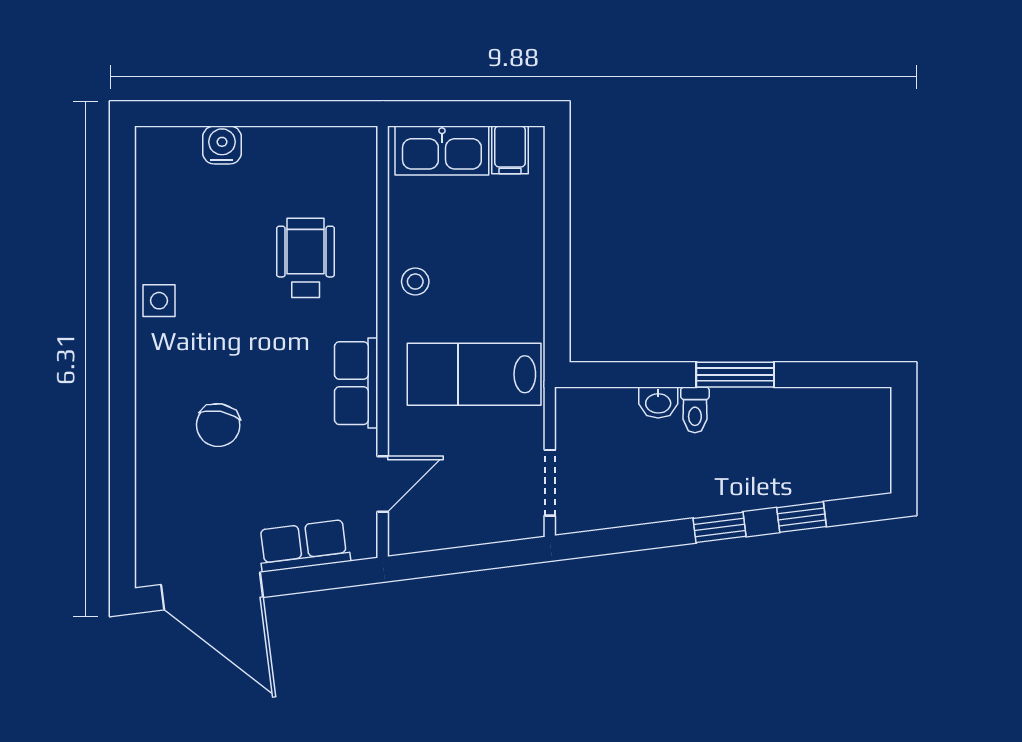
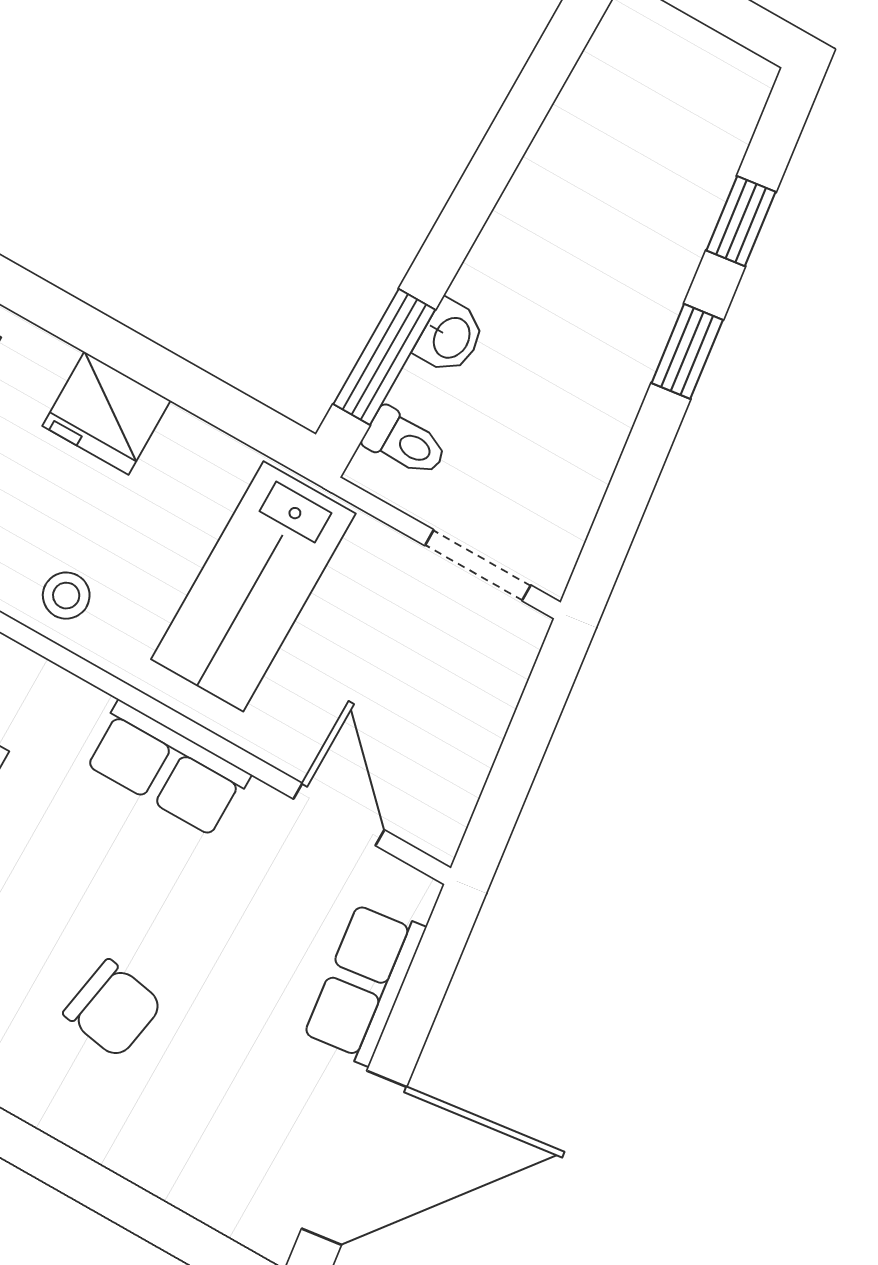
fridge: (520, 249) -> (106, 413), added
window: (735, 375) -> (384, 357), moved
toilet: (695, 410) -> (405, 442), moved

